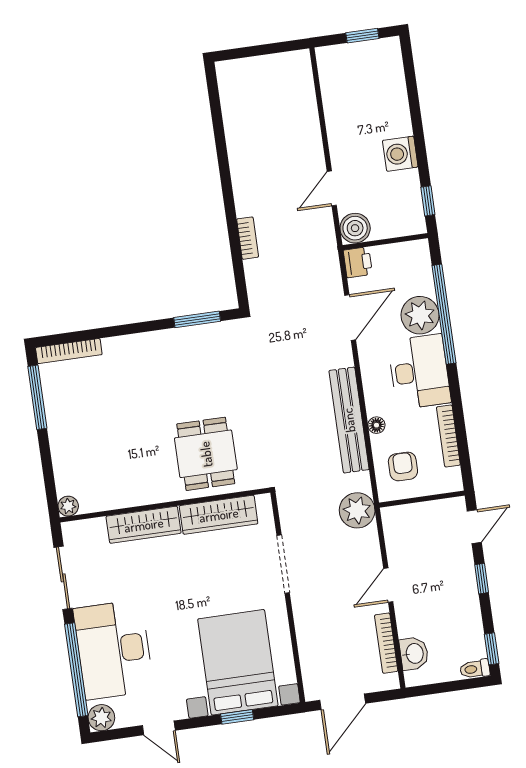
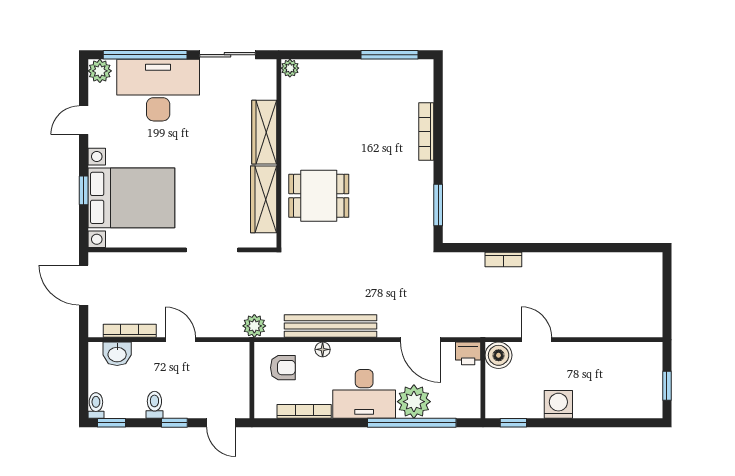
bookcase: (69, 351) -> (426, 132), moved
plant: (357, 510) -> (254, 326), width x0.73, depth x0.73
toilet: (465, 604) -> (154, 405), added

